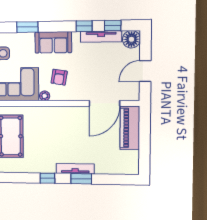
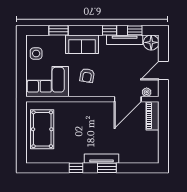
plant: (45, 96) -> (147, 92), moved
piano: (130, 128) -> (152, 116), width x0.73, depth x0.75

